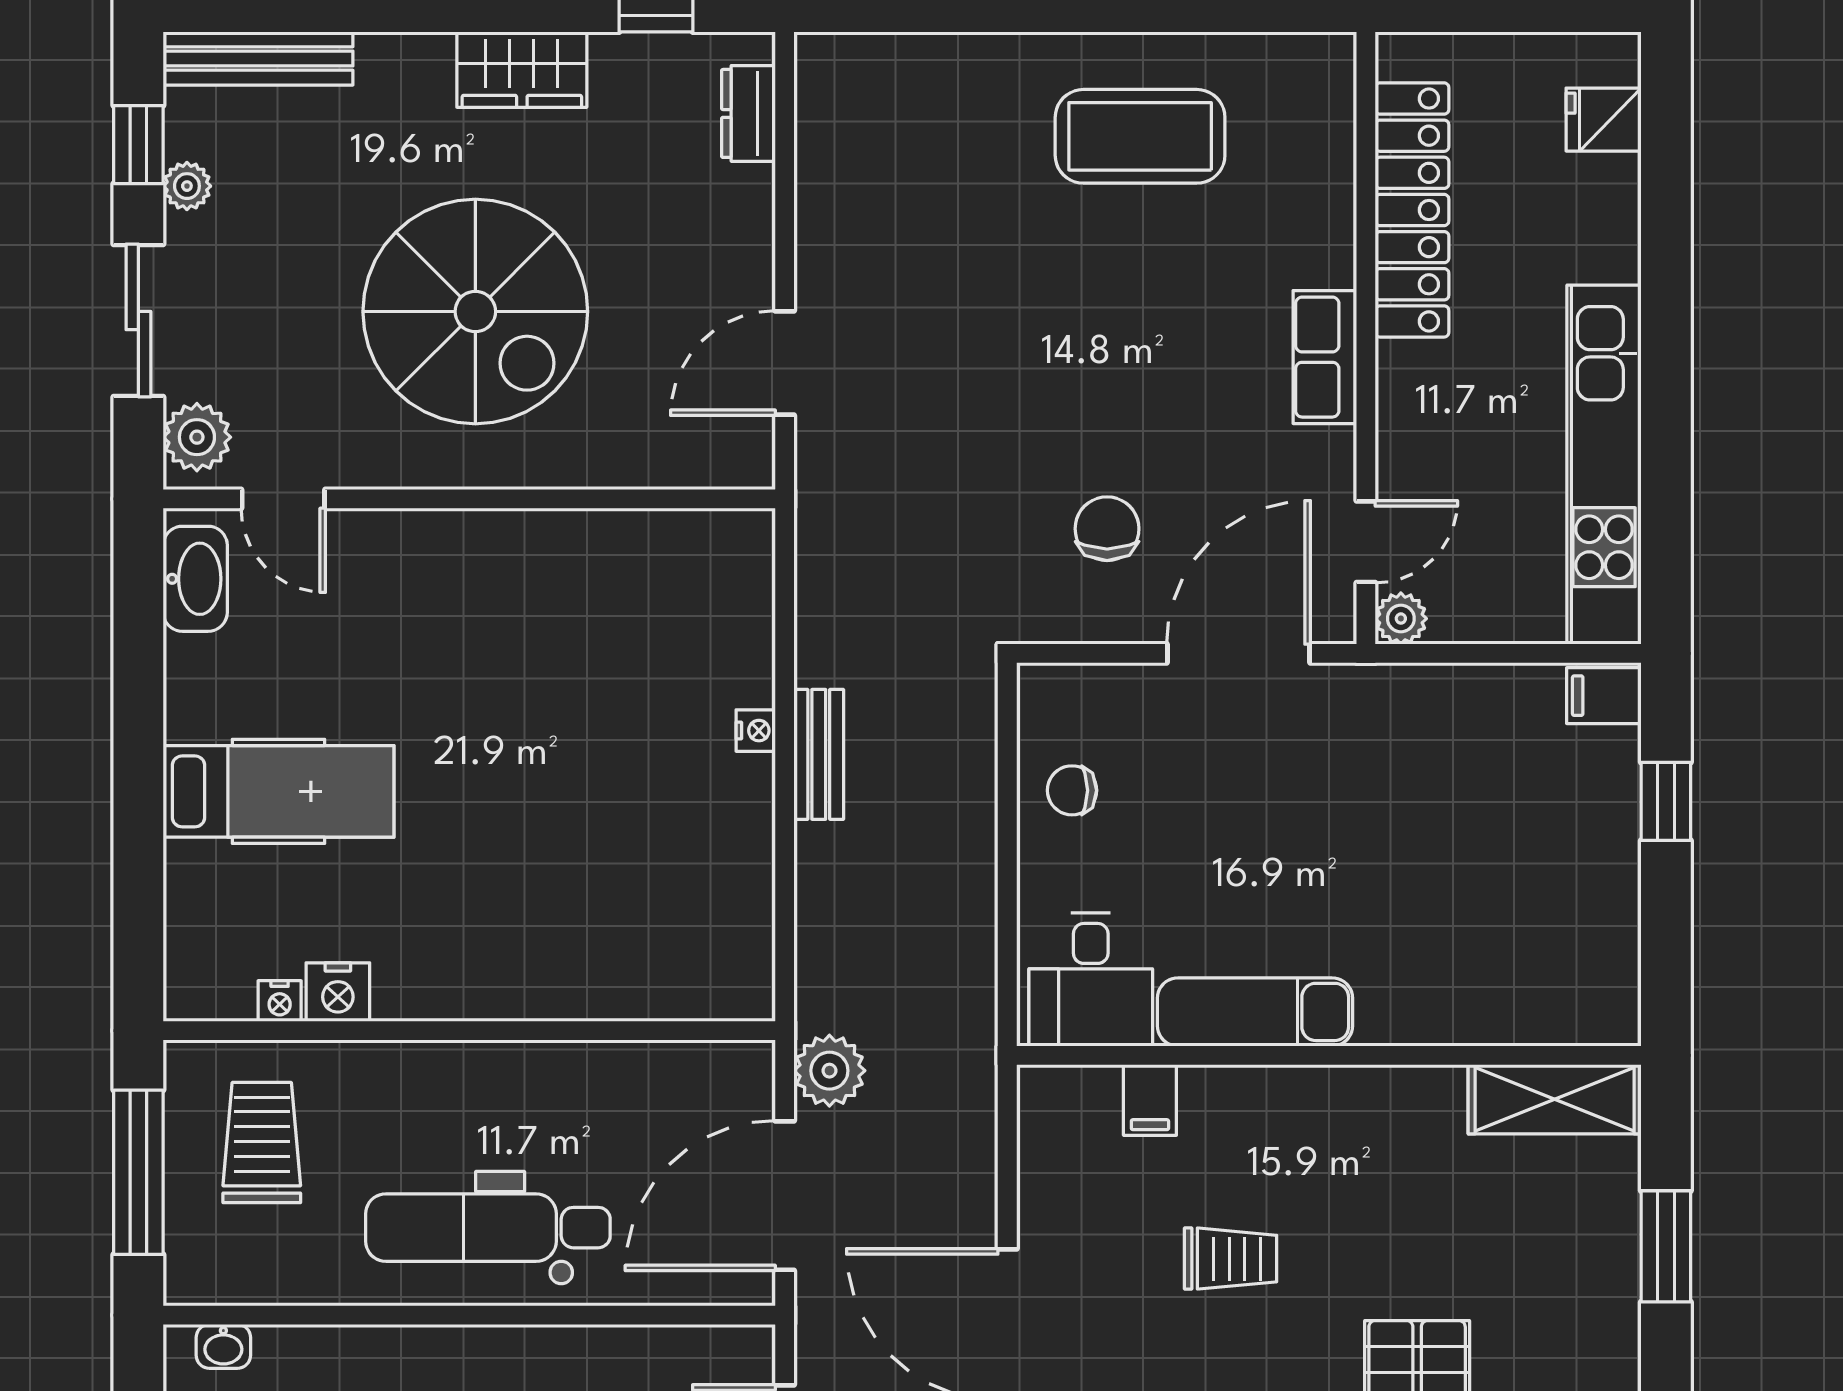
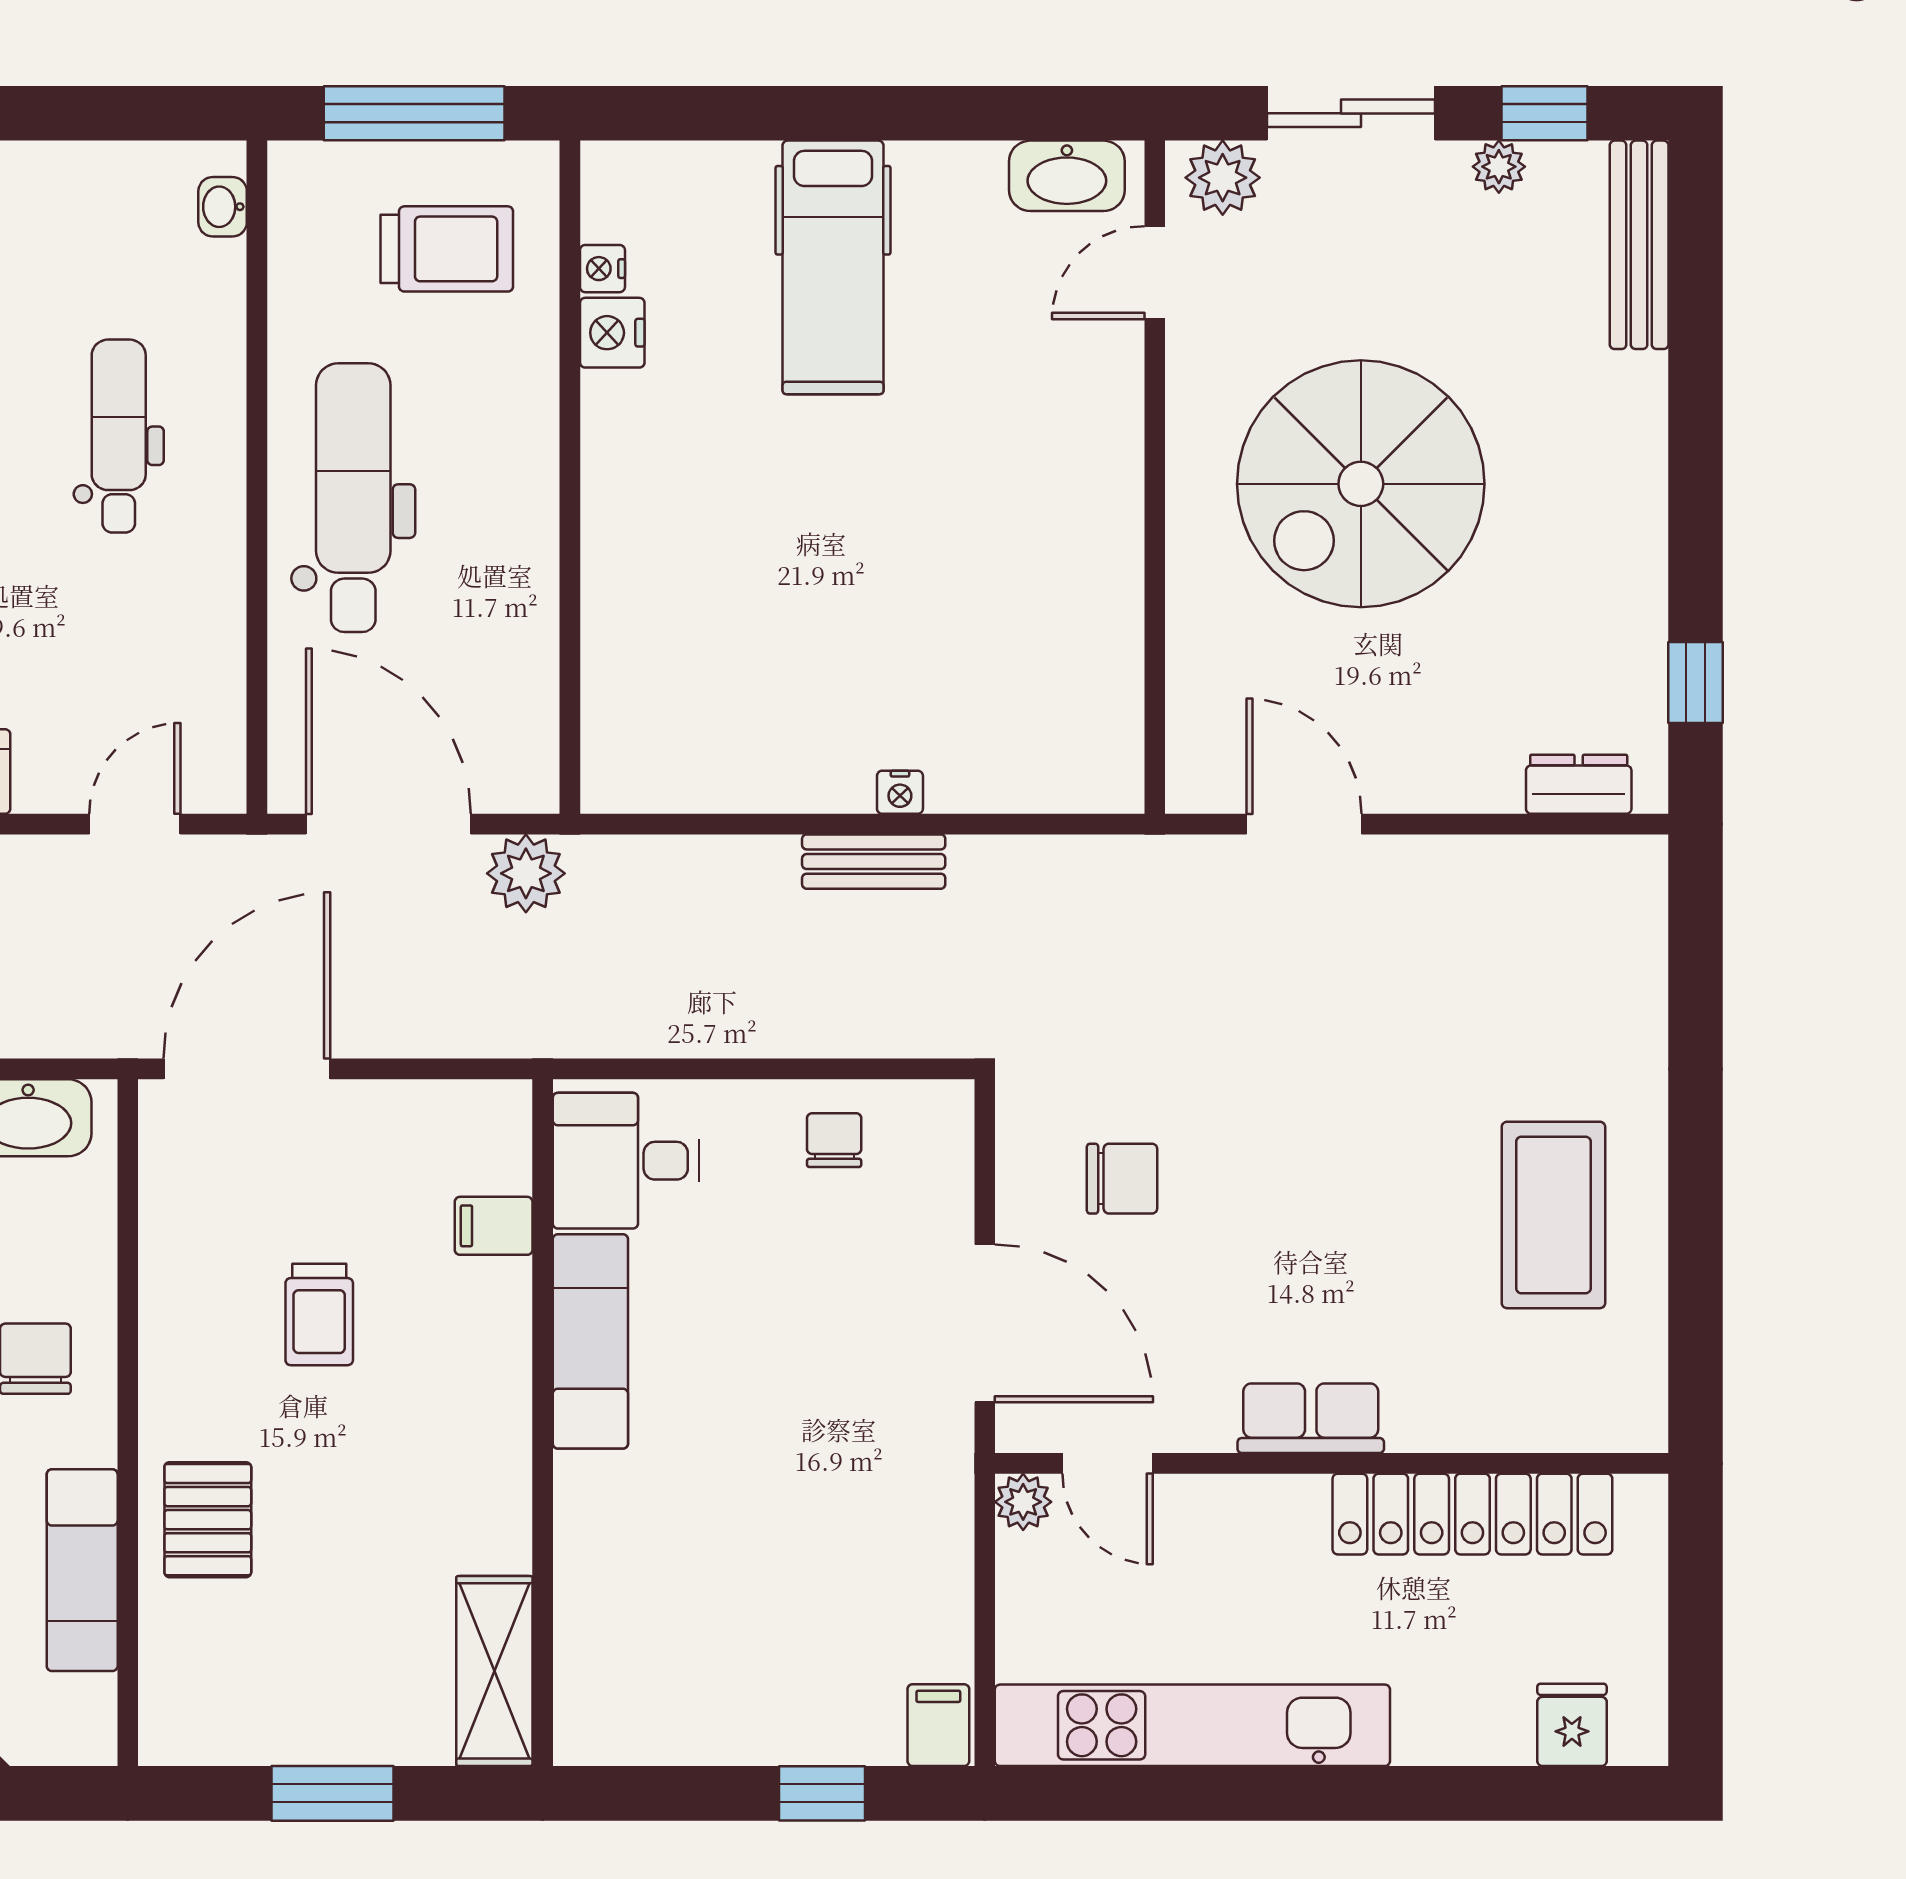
wardrobe: (522, 70) -> (1627, 535), removed

